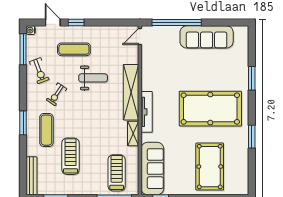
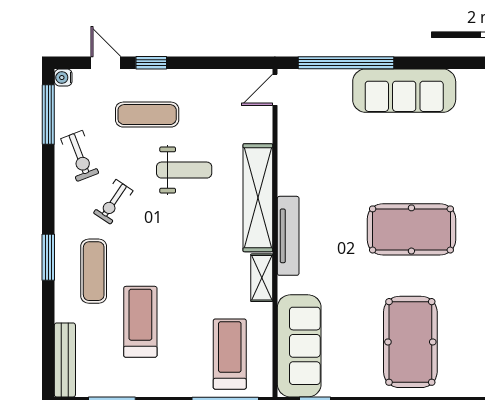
pool table: (210, 109) -> (411, 229), width x0.73, depth x0.76

